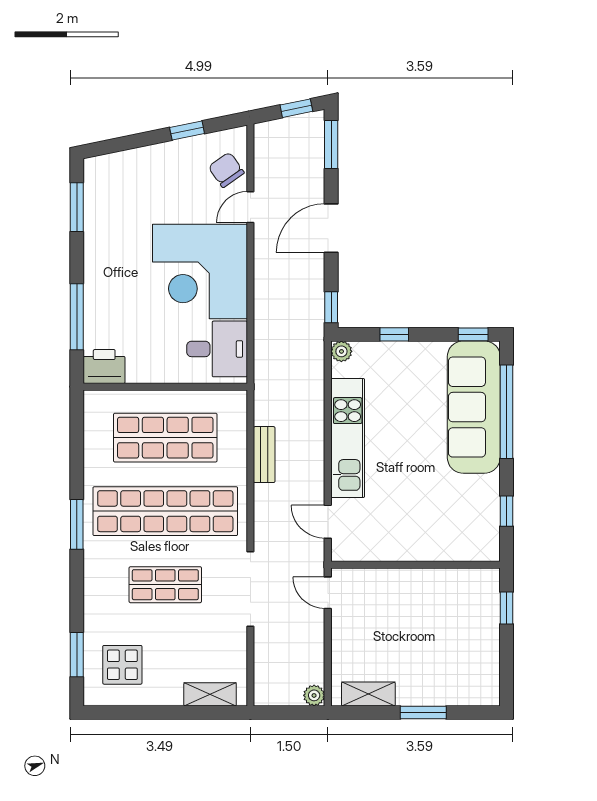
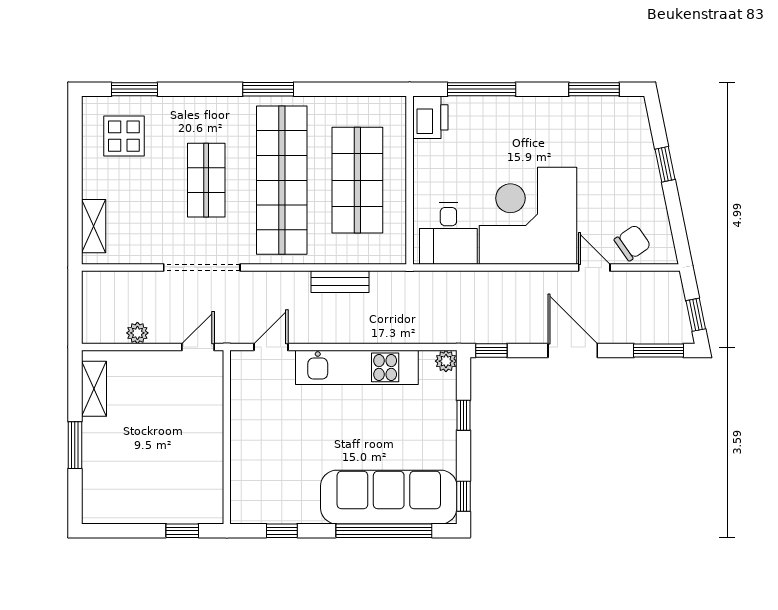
window: (187, 131) -> (665, 164), moved
plant: (314, 695) -> (137, 333), moved

